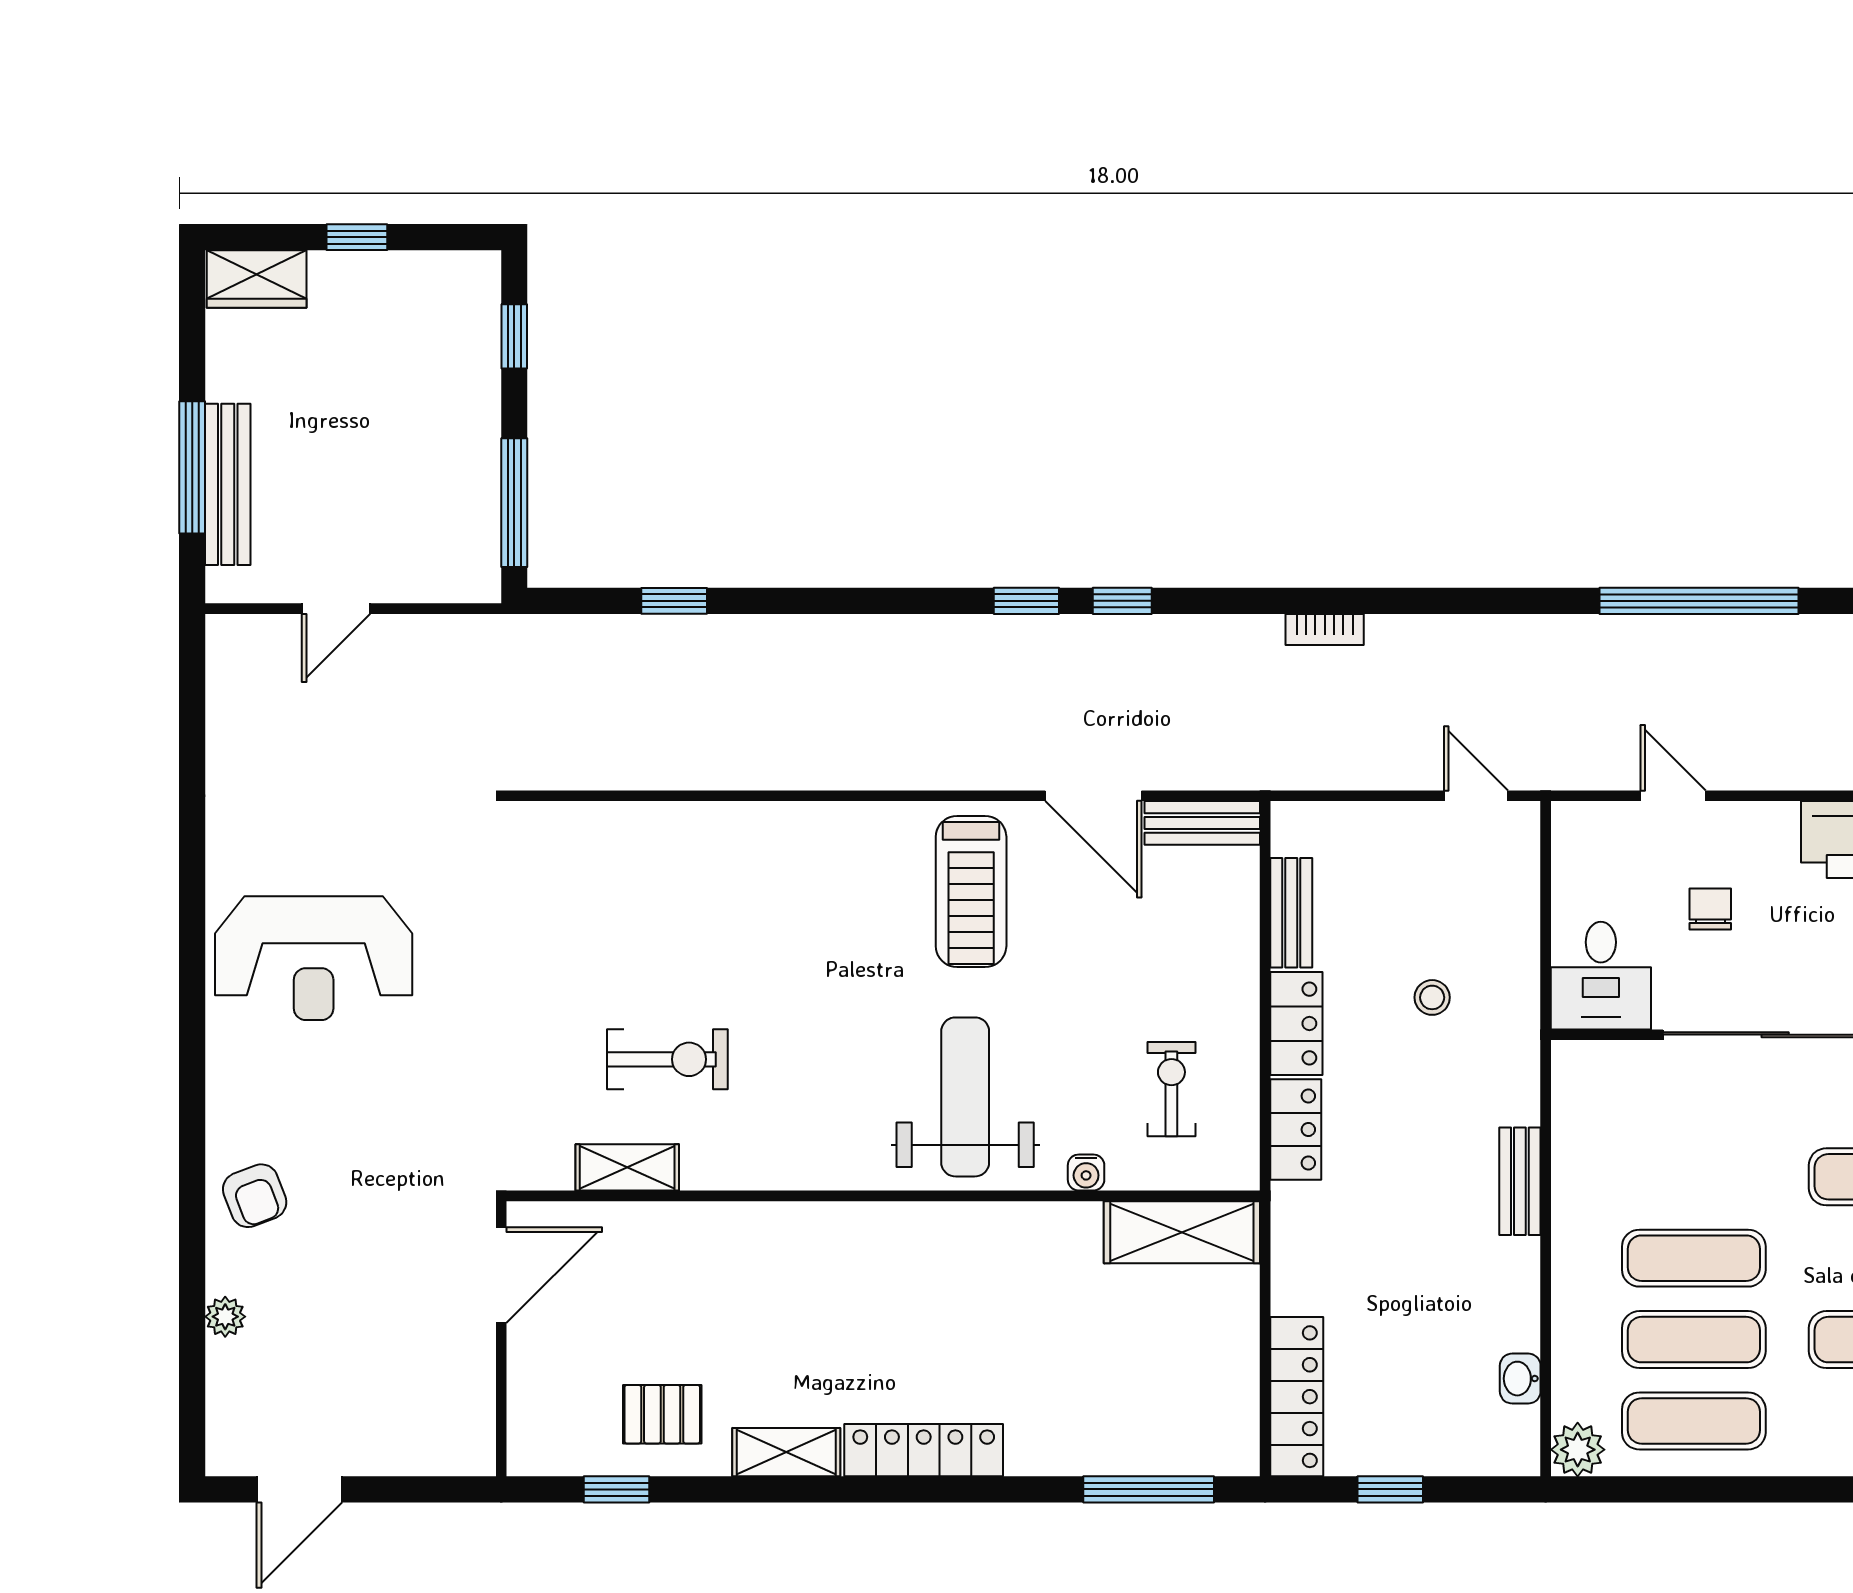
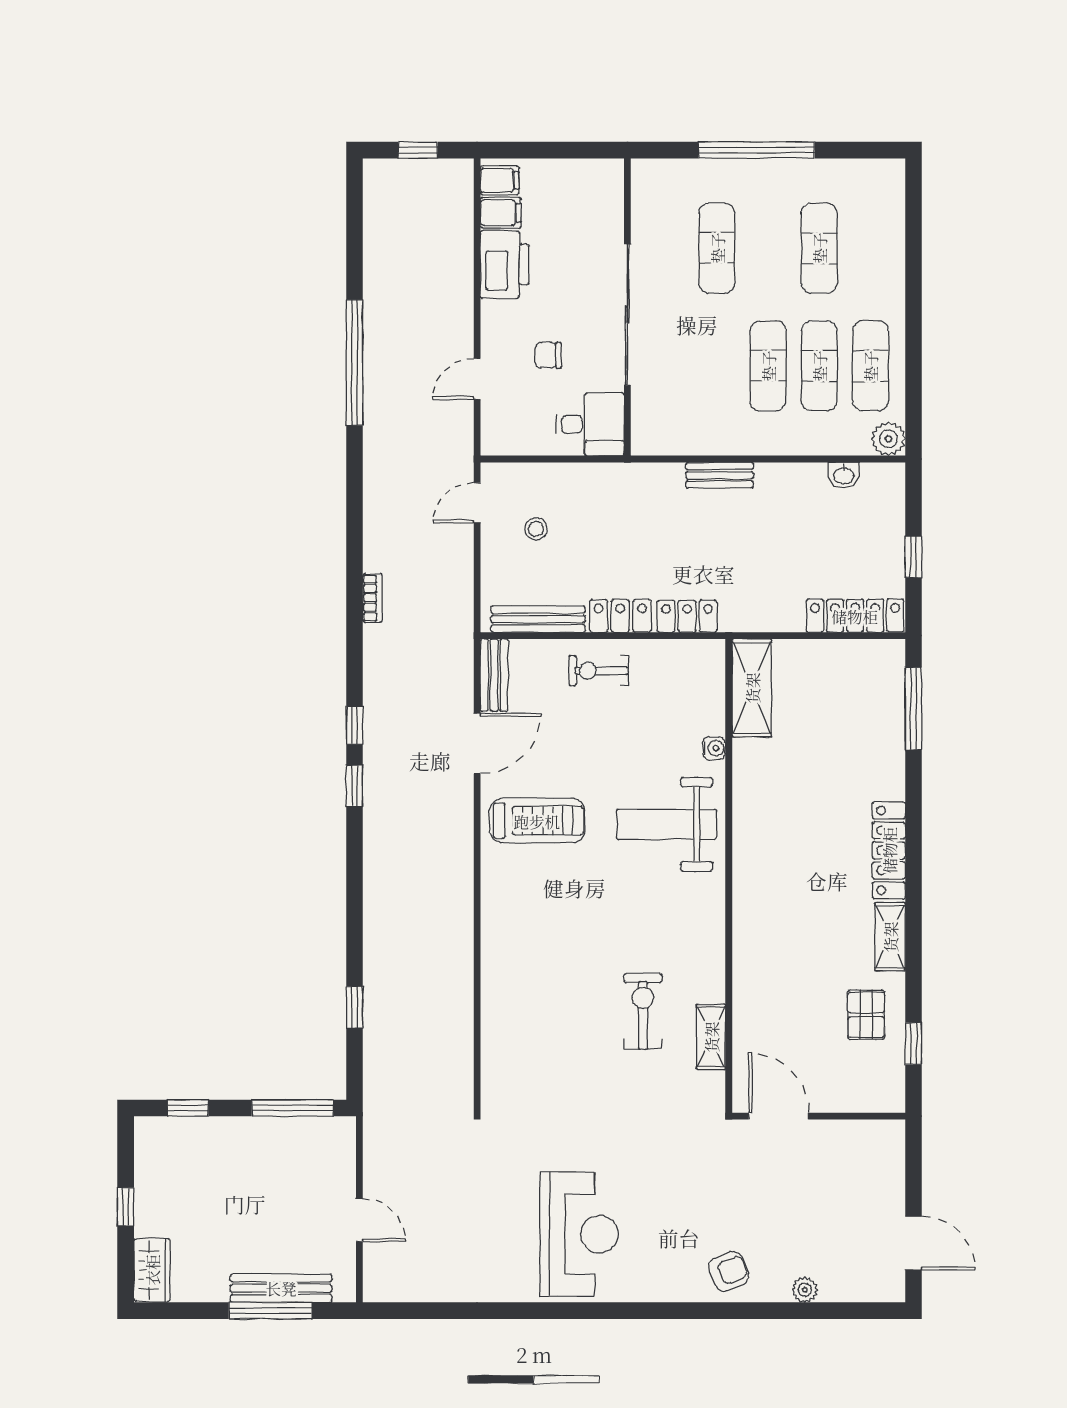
bench: (1291, 913) -> (538, 619), width x1.36
stool: (1432, 997) -> (536, 529), moved
exercise bike: (1171, 1089) -> (599, 671), moved

